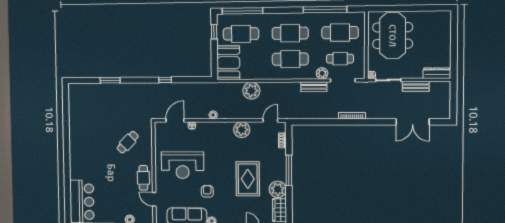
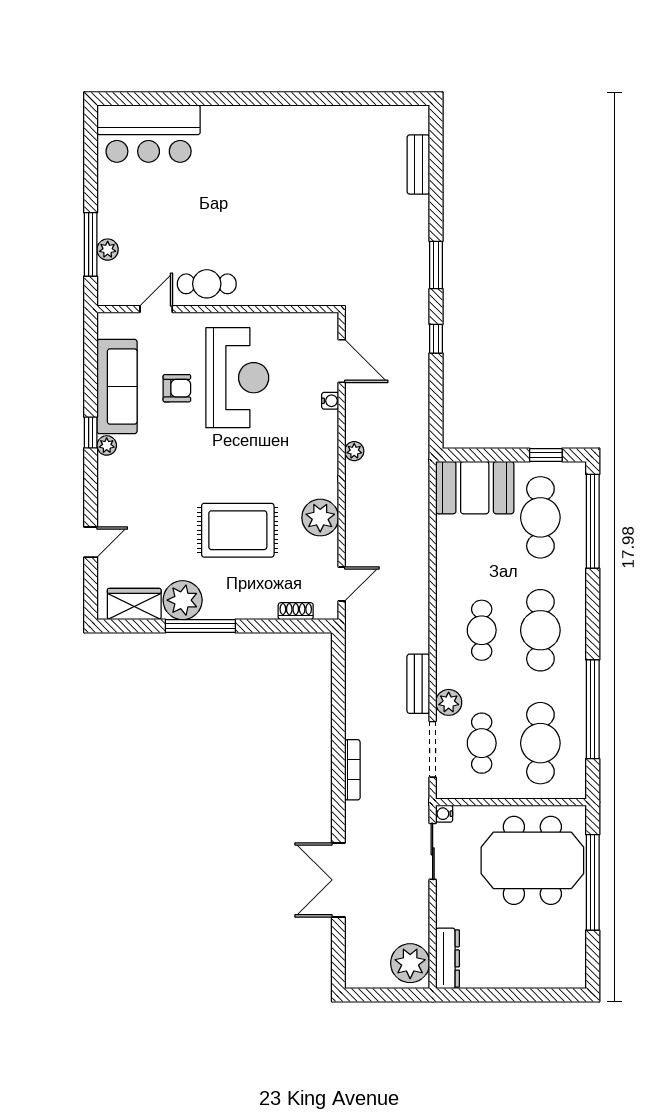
window: (403, 8) -> (593, 882), added
cafe table: (290, 59) -> (482, 630), width x0.73, depth x0.74
window: (110, 80) -> (436, 265), moved
bench: (416, 86) -> (418, 164), moved
plant: (251, 91) -> (410, 963), moved
door: (270, 120) -> (342, 584), hinge flipped
double door: (413, 122) -> (338, 880), moved
cafe table: (128, 142) -> (290, 247), removed
reception desk: (183, 165) -> (237, 378), turned 180
window: (289, 170) -> (200, 626), moved
rug: (248, 179) -> (238, 530), moved
armchair: (207, 191) -> (177, 388), moved

